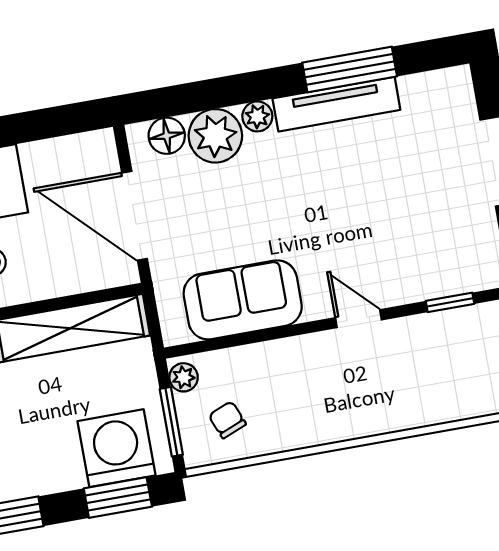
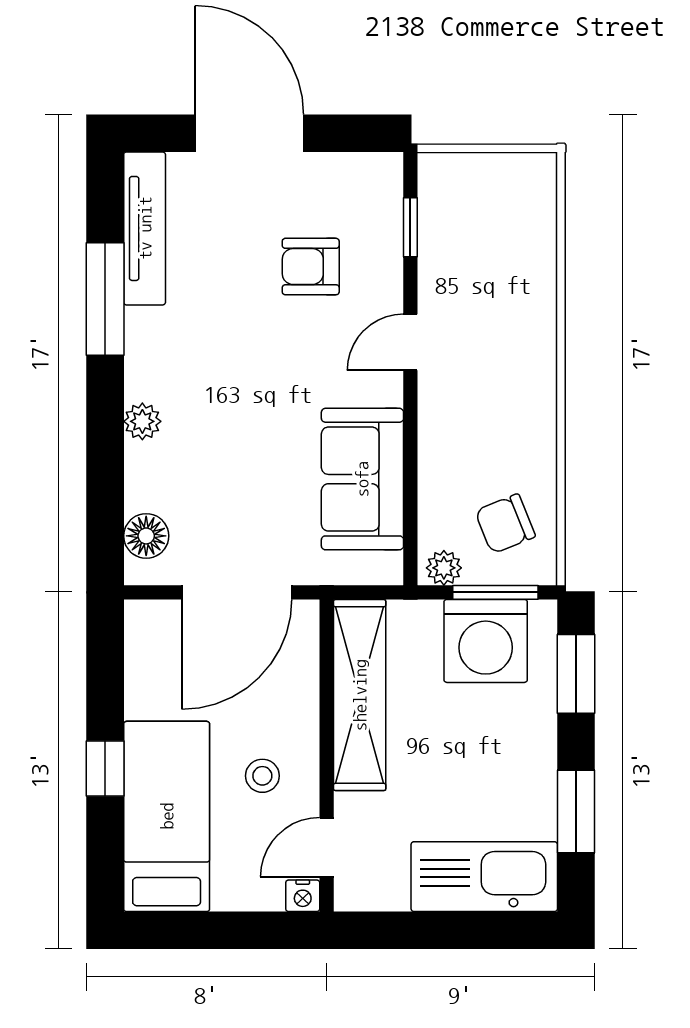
tv unit: (336, 104) -> (145, 228), moved
plant: (215, 136) -> (157, 477), removed
armchair: (405, 229) -> (311, 267), added
chair: (227, 420) -> (505, 524), width x1.37, depth x1.37
washing machine: (117, 448) -> (486, 641), moved, turned -90

